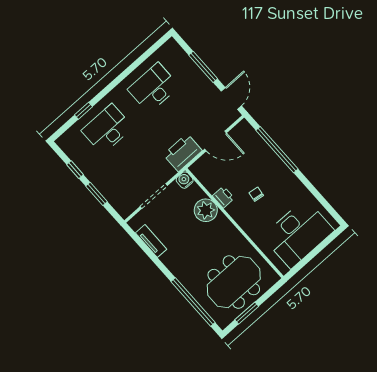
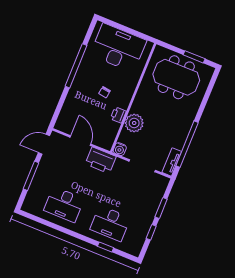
window: (277, 150) -> (76, 66), moved
tv unit: (151, 241) -> (172, 162), moved
window: (193, 302) -> (187, 144), moved

